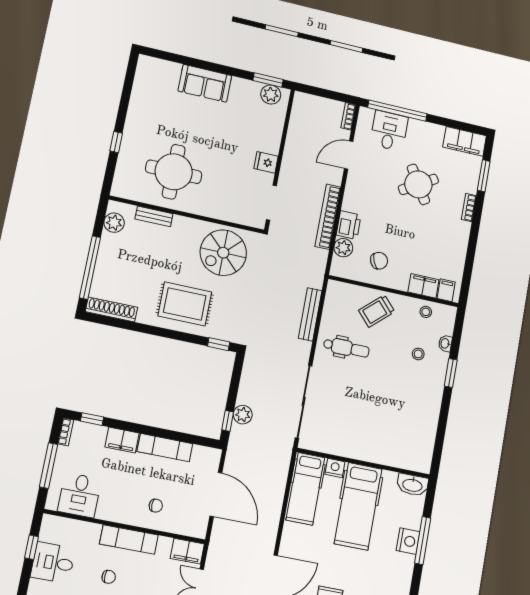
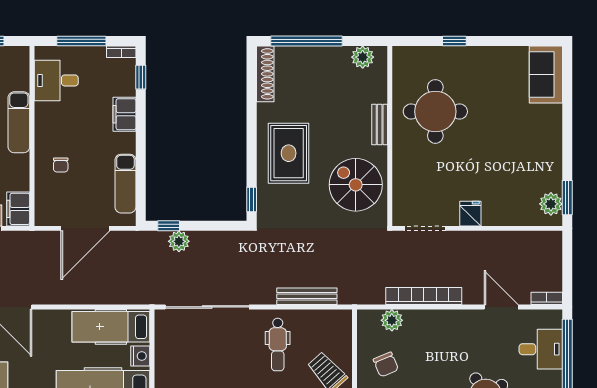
sofa: (205, 83) -> (546, 75), moved
bench: (154, 216) -> (380, 124), moved
printer: (349, 225) -> (419, 322), removed
exam couch: (165, 448) -> (125, 184), moved
exam couch: (129, 540) -> (19, 122), moved

